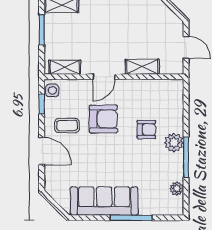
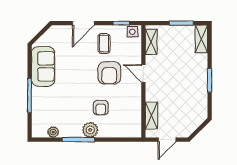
shelving: (142, 67) -> (151, 116), moved
sofa: (104, 201) -> (43, 66), width x0.73

